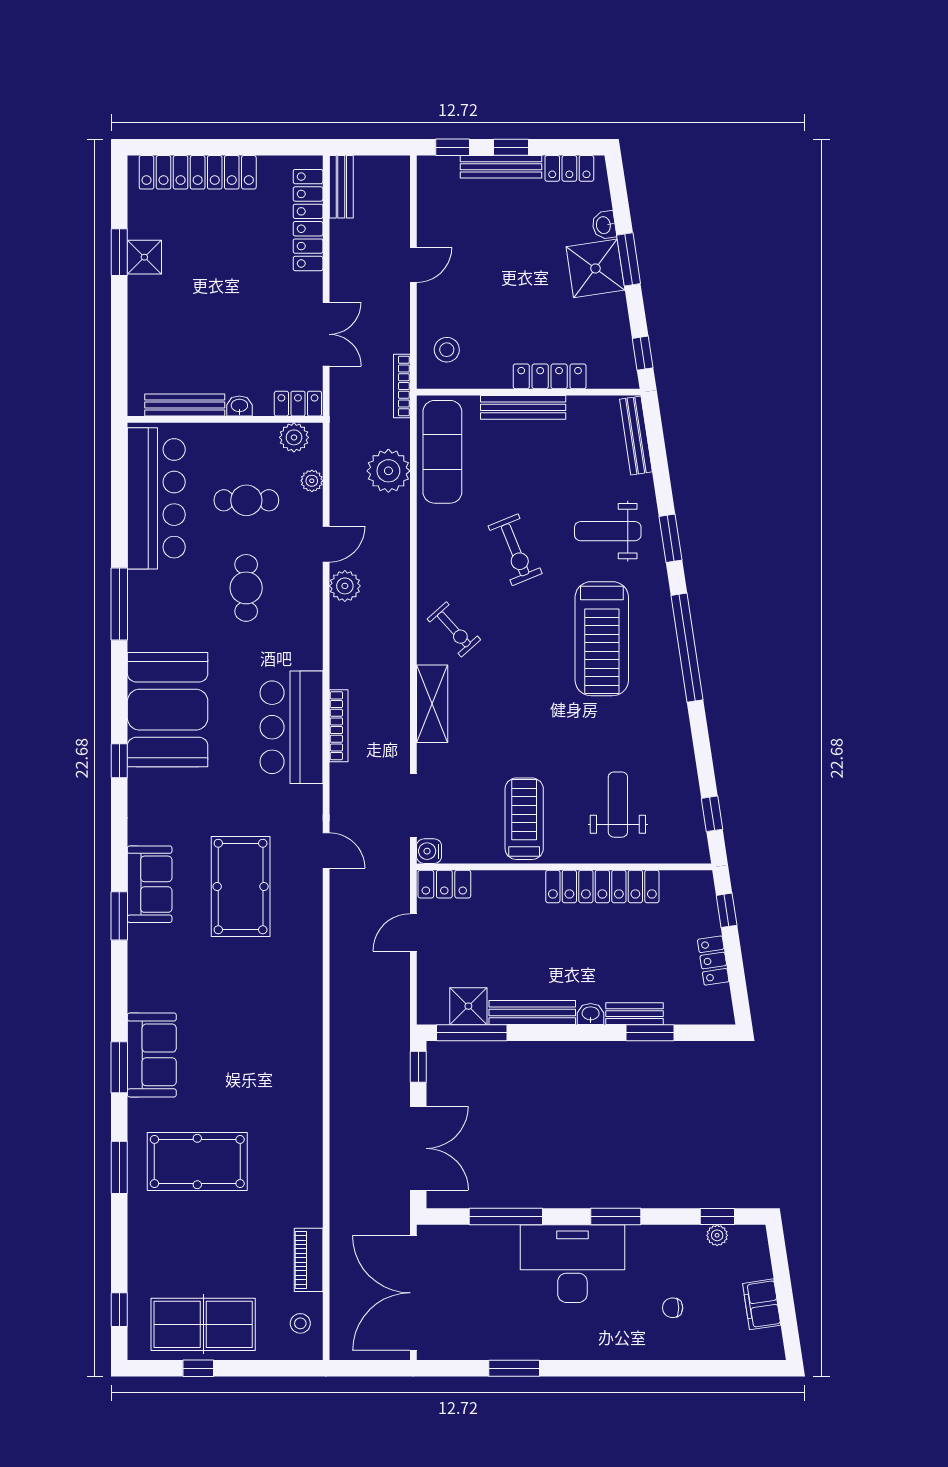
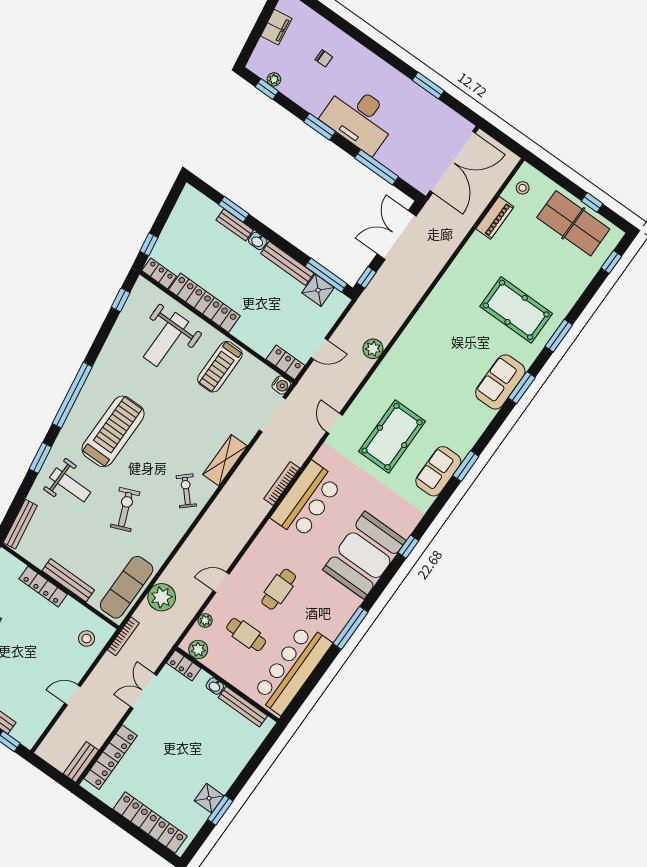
plant: (345, 586) -> (373, 349), moved
weight bench: (618, 805) -> (166, 339), width x1.36, depth x1.33
locker: (713, 961) -> (159, 273), moved, turned -81

